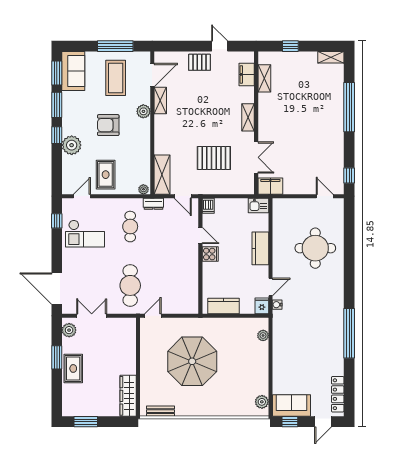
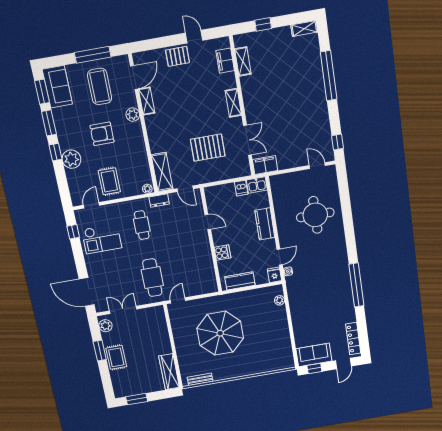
dishwasher: (208, 206) -> (241, 188), moved
cooker: (210, 254) -> (222, 253), moved
plant: (262, 402) -> (287, 356), removed

